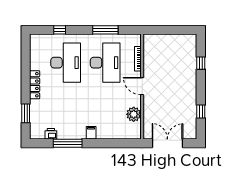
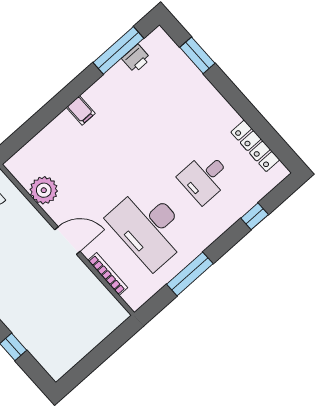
desk: (66, 63) -> (205, 178), width x0.53, depth x0.77
locker: (35, 85) -> (255, 146), moved
window: (68, 143) -> (118, 50), moved

